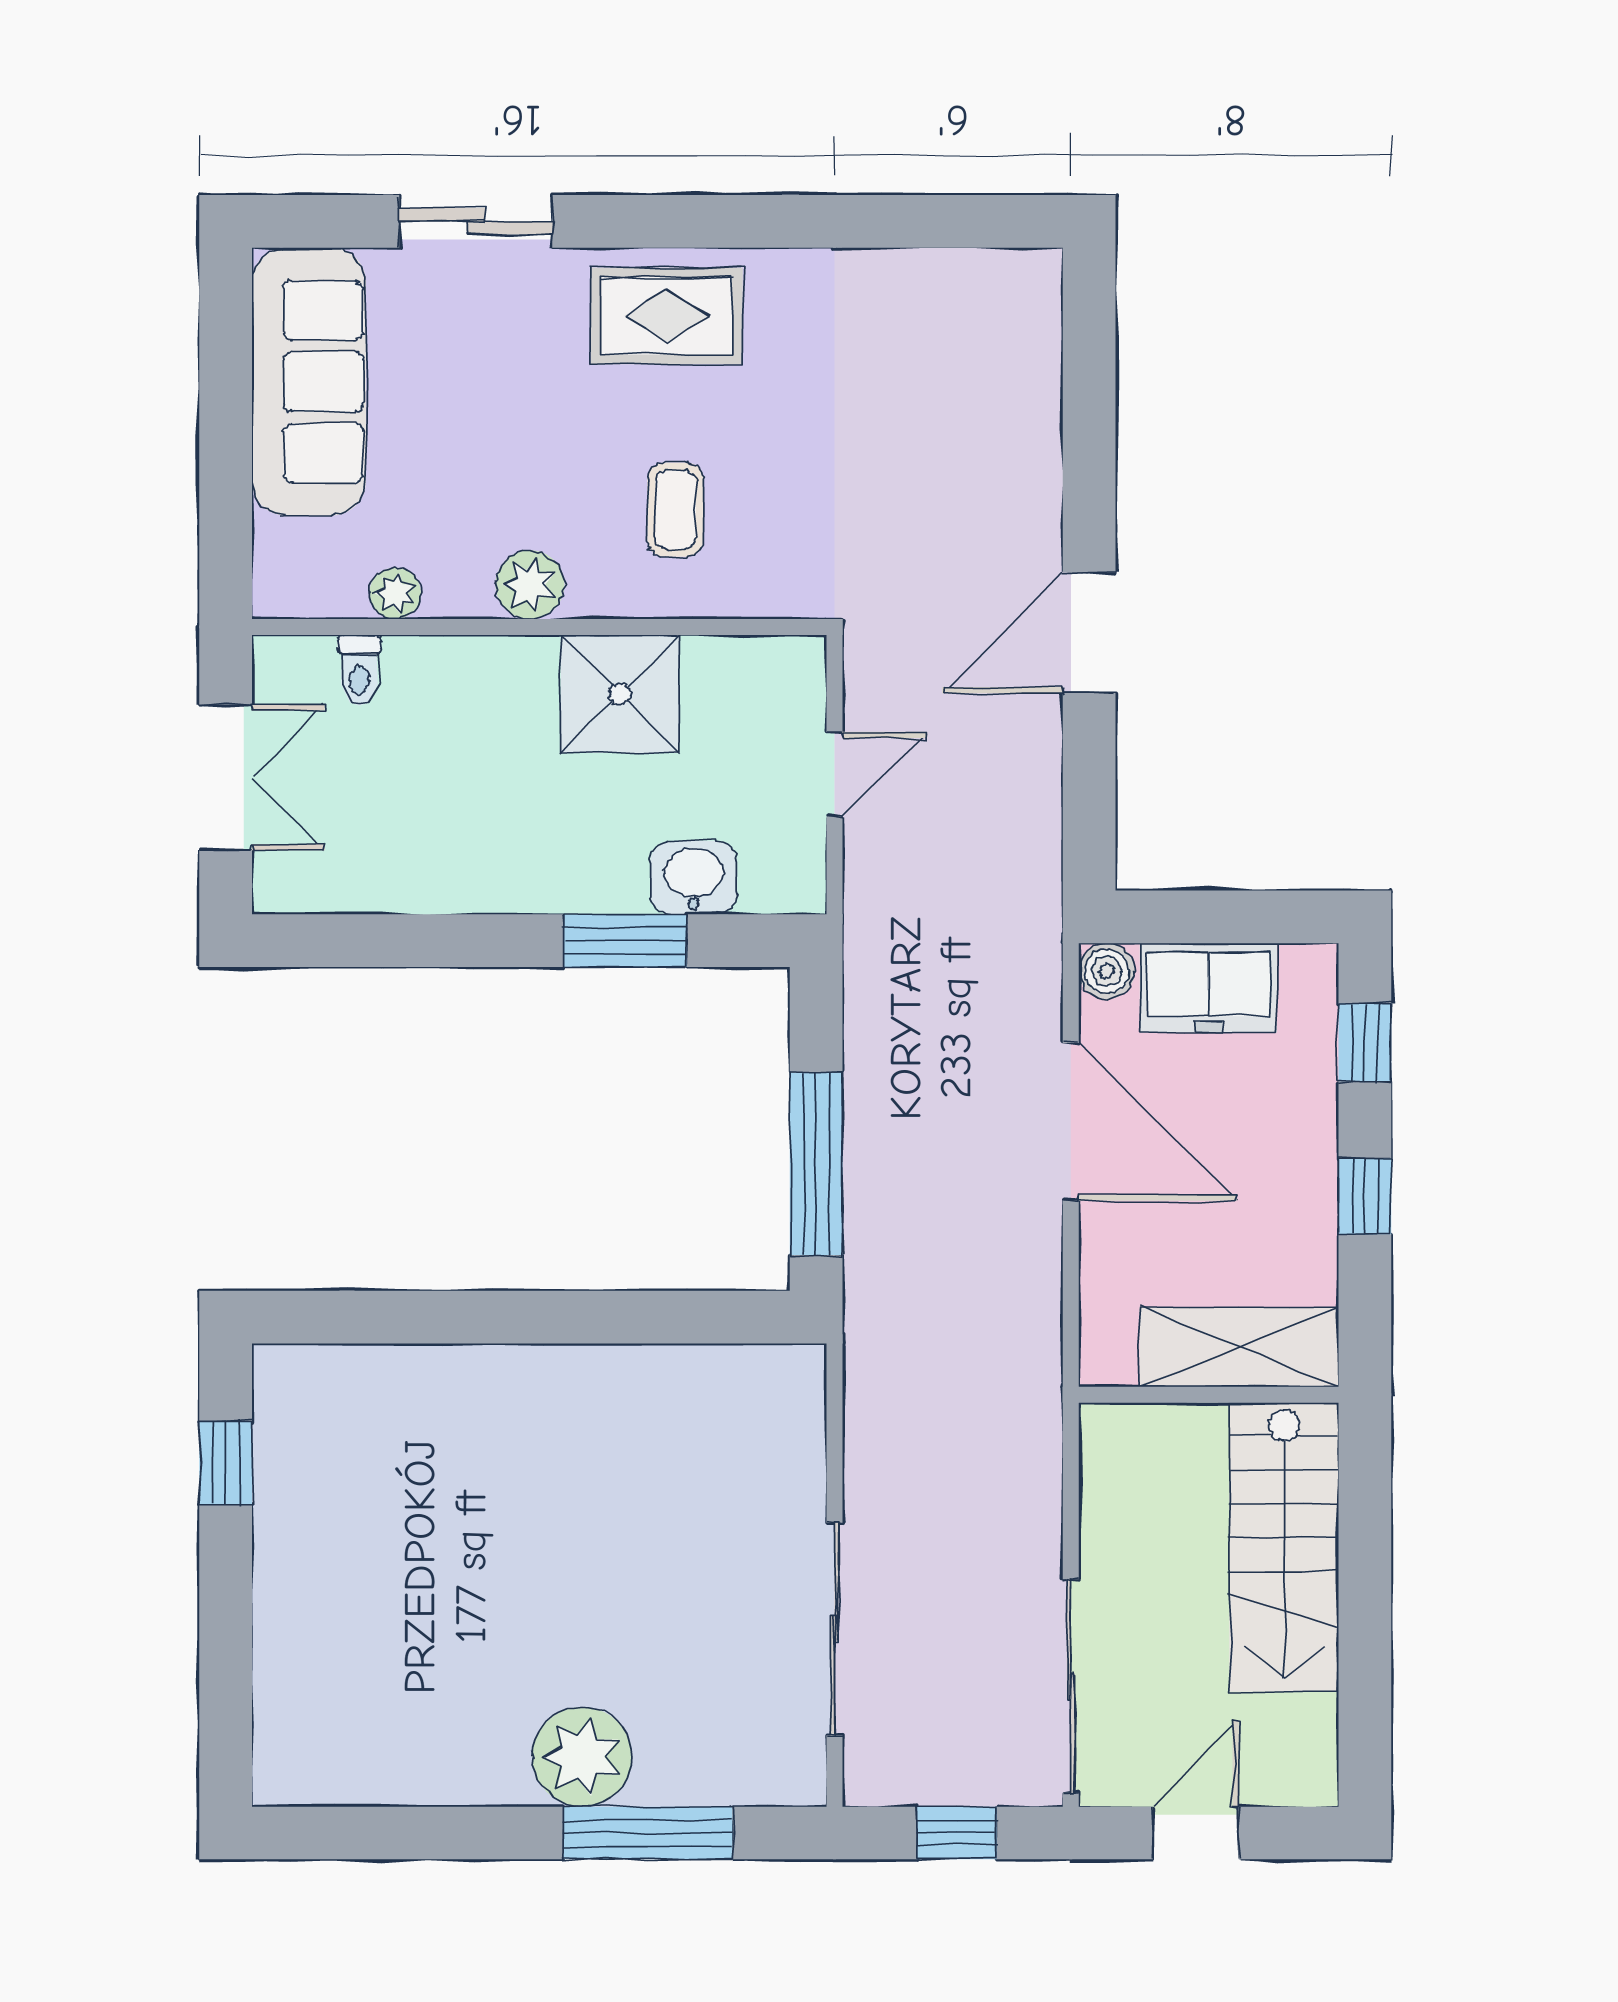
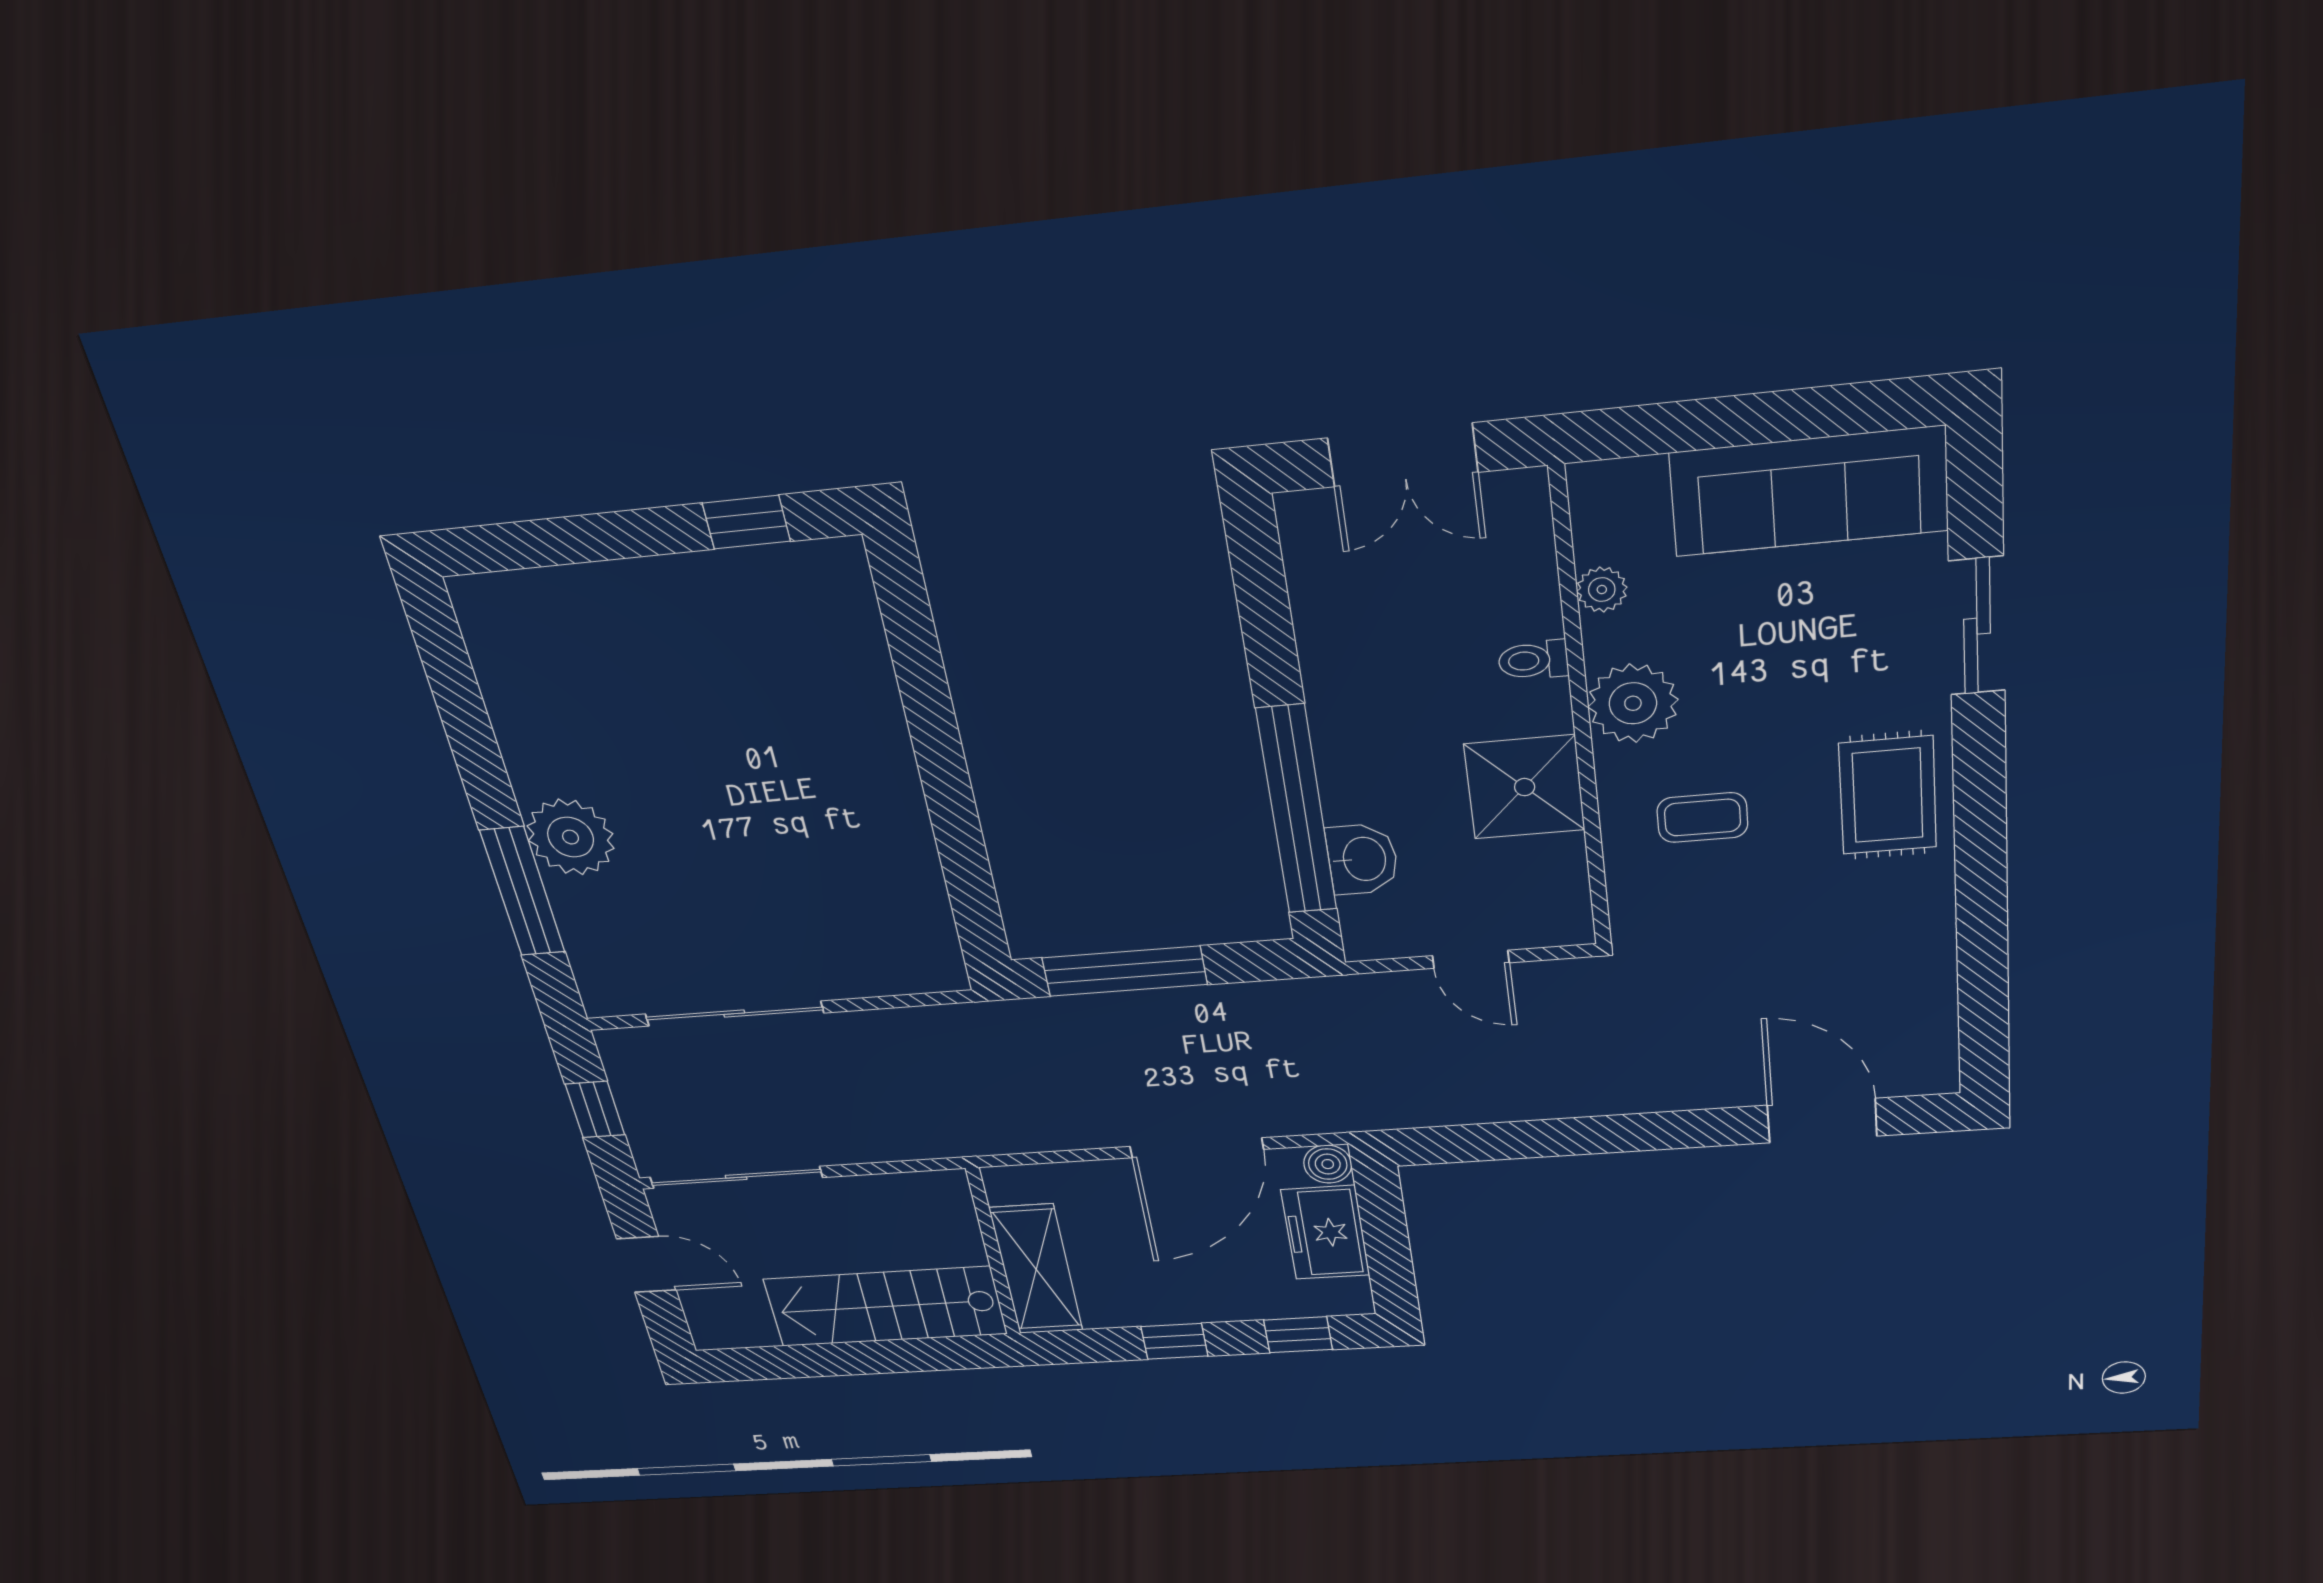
plant: (530, 585) -> (1633, 703), width x1.36, depth x1.36
door: (1089, 633) -> (1822, 1121), moved
toilet: (359, 670) -> (1533, 660), moved
window: (625, 941) -> (1297, 810), width x2.11

